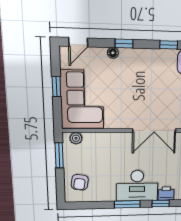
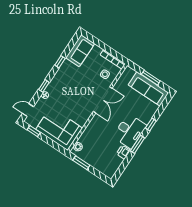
door: (78, 42) -> (28, 110), swing flipped
window: (56, 86) -> (34, 131), moved
armchair: (80, 182) -> (105, 163), removed
printer: (166, 193) -> (123, 152), moved

